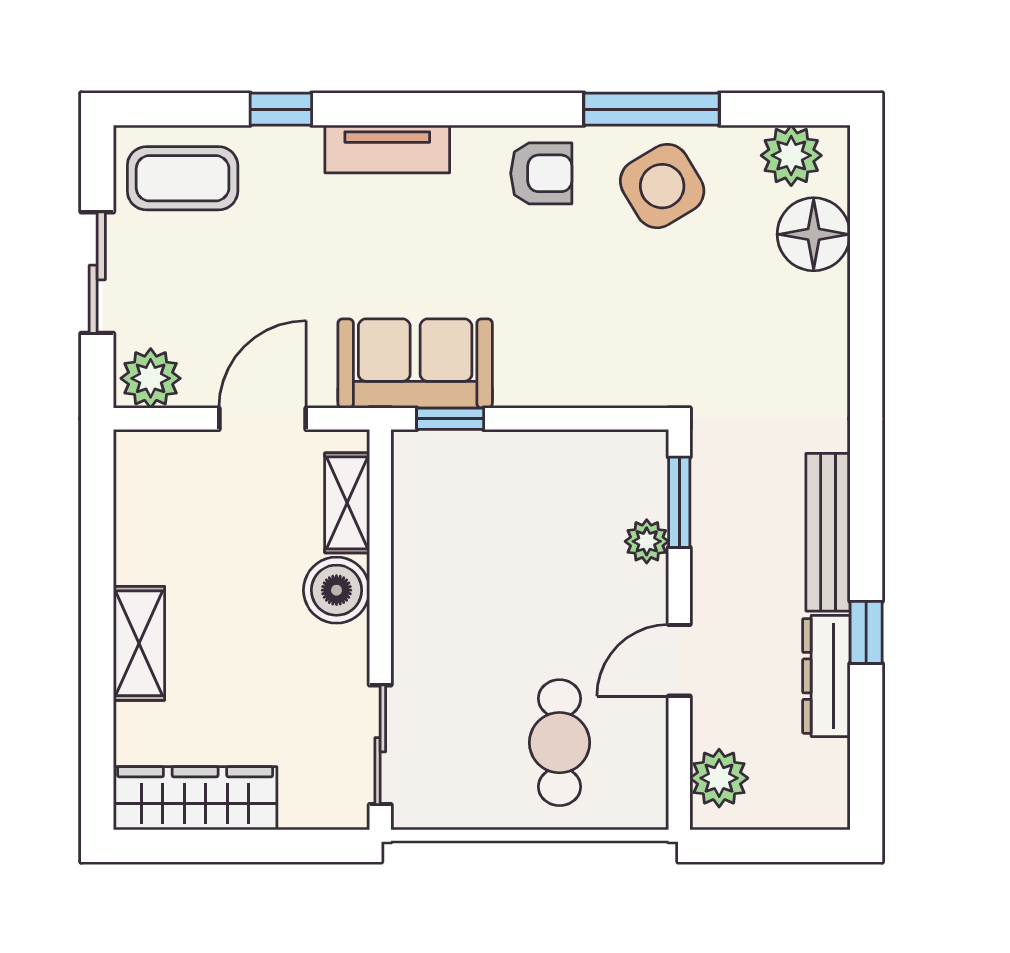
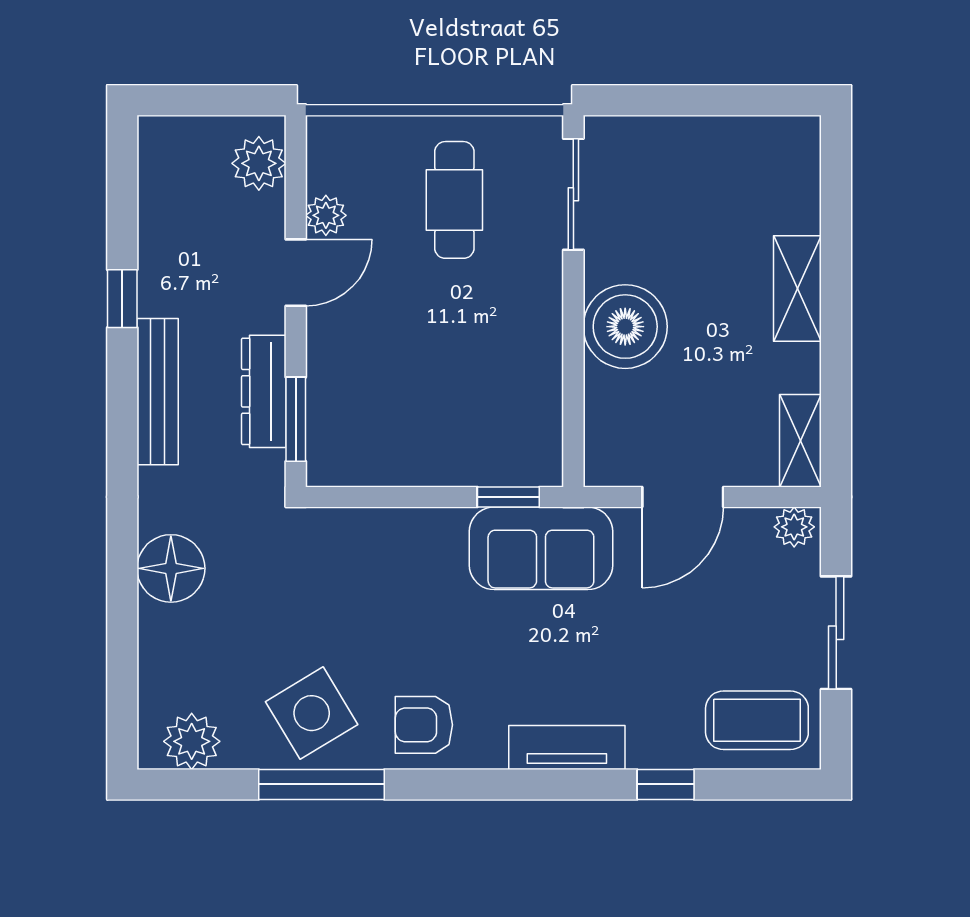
floor lamp: (814, 234) -> (171, 568), moved
plant: (151, 378) -> (794, 527), width x0.73, depth x0.73
shelving: (347, 503) -> (800, 441), moved
plant: (647, 541) -> (326, 215), moved
boiler: (336, 590) -> (625, 327), width x1.37, depth x1.37
dresser: (826, 676) -> (264, 391), moved, turned 180
cafe table: (560, 743) -> (454, 200), moved
wardrobe: (195, 798) -> (745, 145), removed

